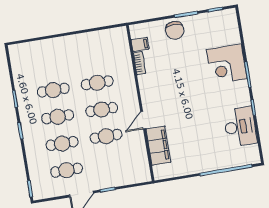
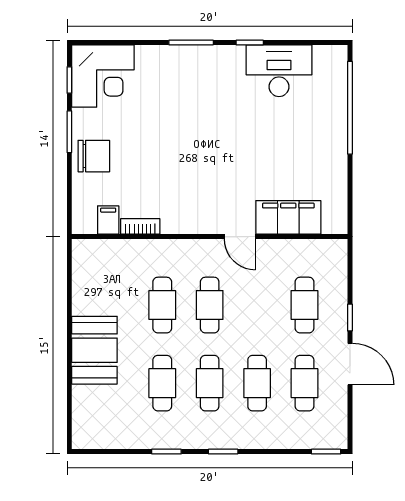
booth: (65, 49) -> (94, 350), added
corner desk: (227, 64) -> (103, 76), moved
cafe table: (106, 136) -> (304, 305), moved

